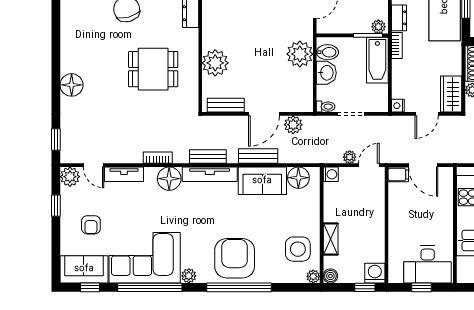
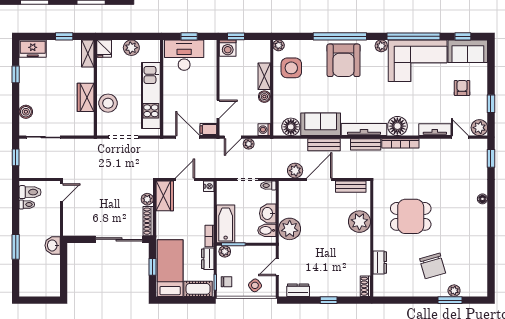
floor lamp: (72, 85) -> (482, 199), width x0.53, depth x0.53
bookcase: (158, 158) -> (400, 143), width x1.56
door: (387, 199) -> (218, 109), added
boiler: (330, 276) -> (264, 97), moved

